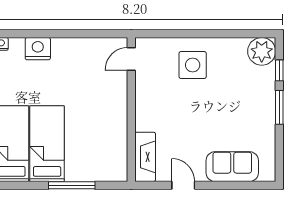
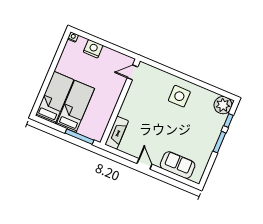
door: (131, 59) -> (133, 72), moved
wall: (131, 110) -> (120, 102), moved
fireplace: (145, 157) -> (117, 133), moved

